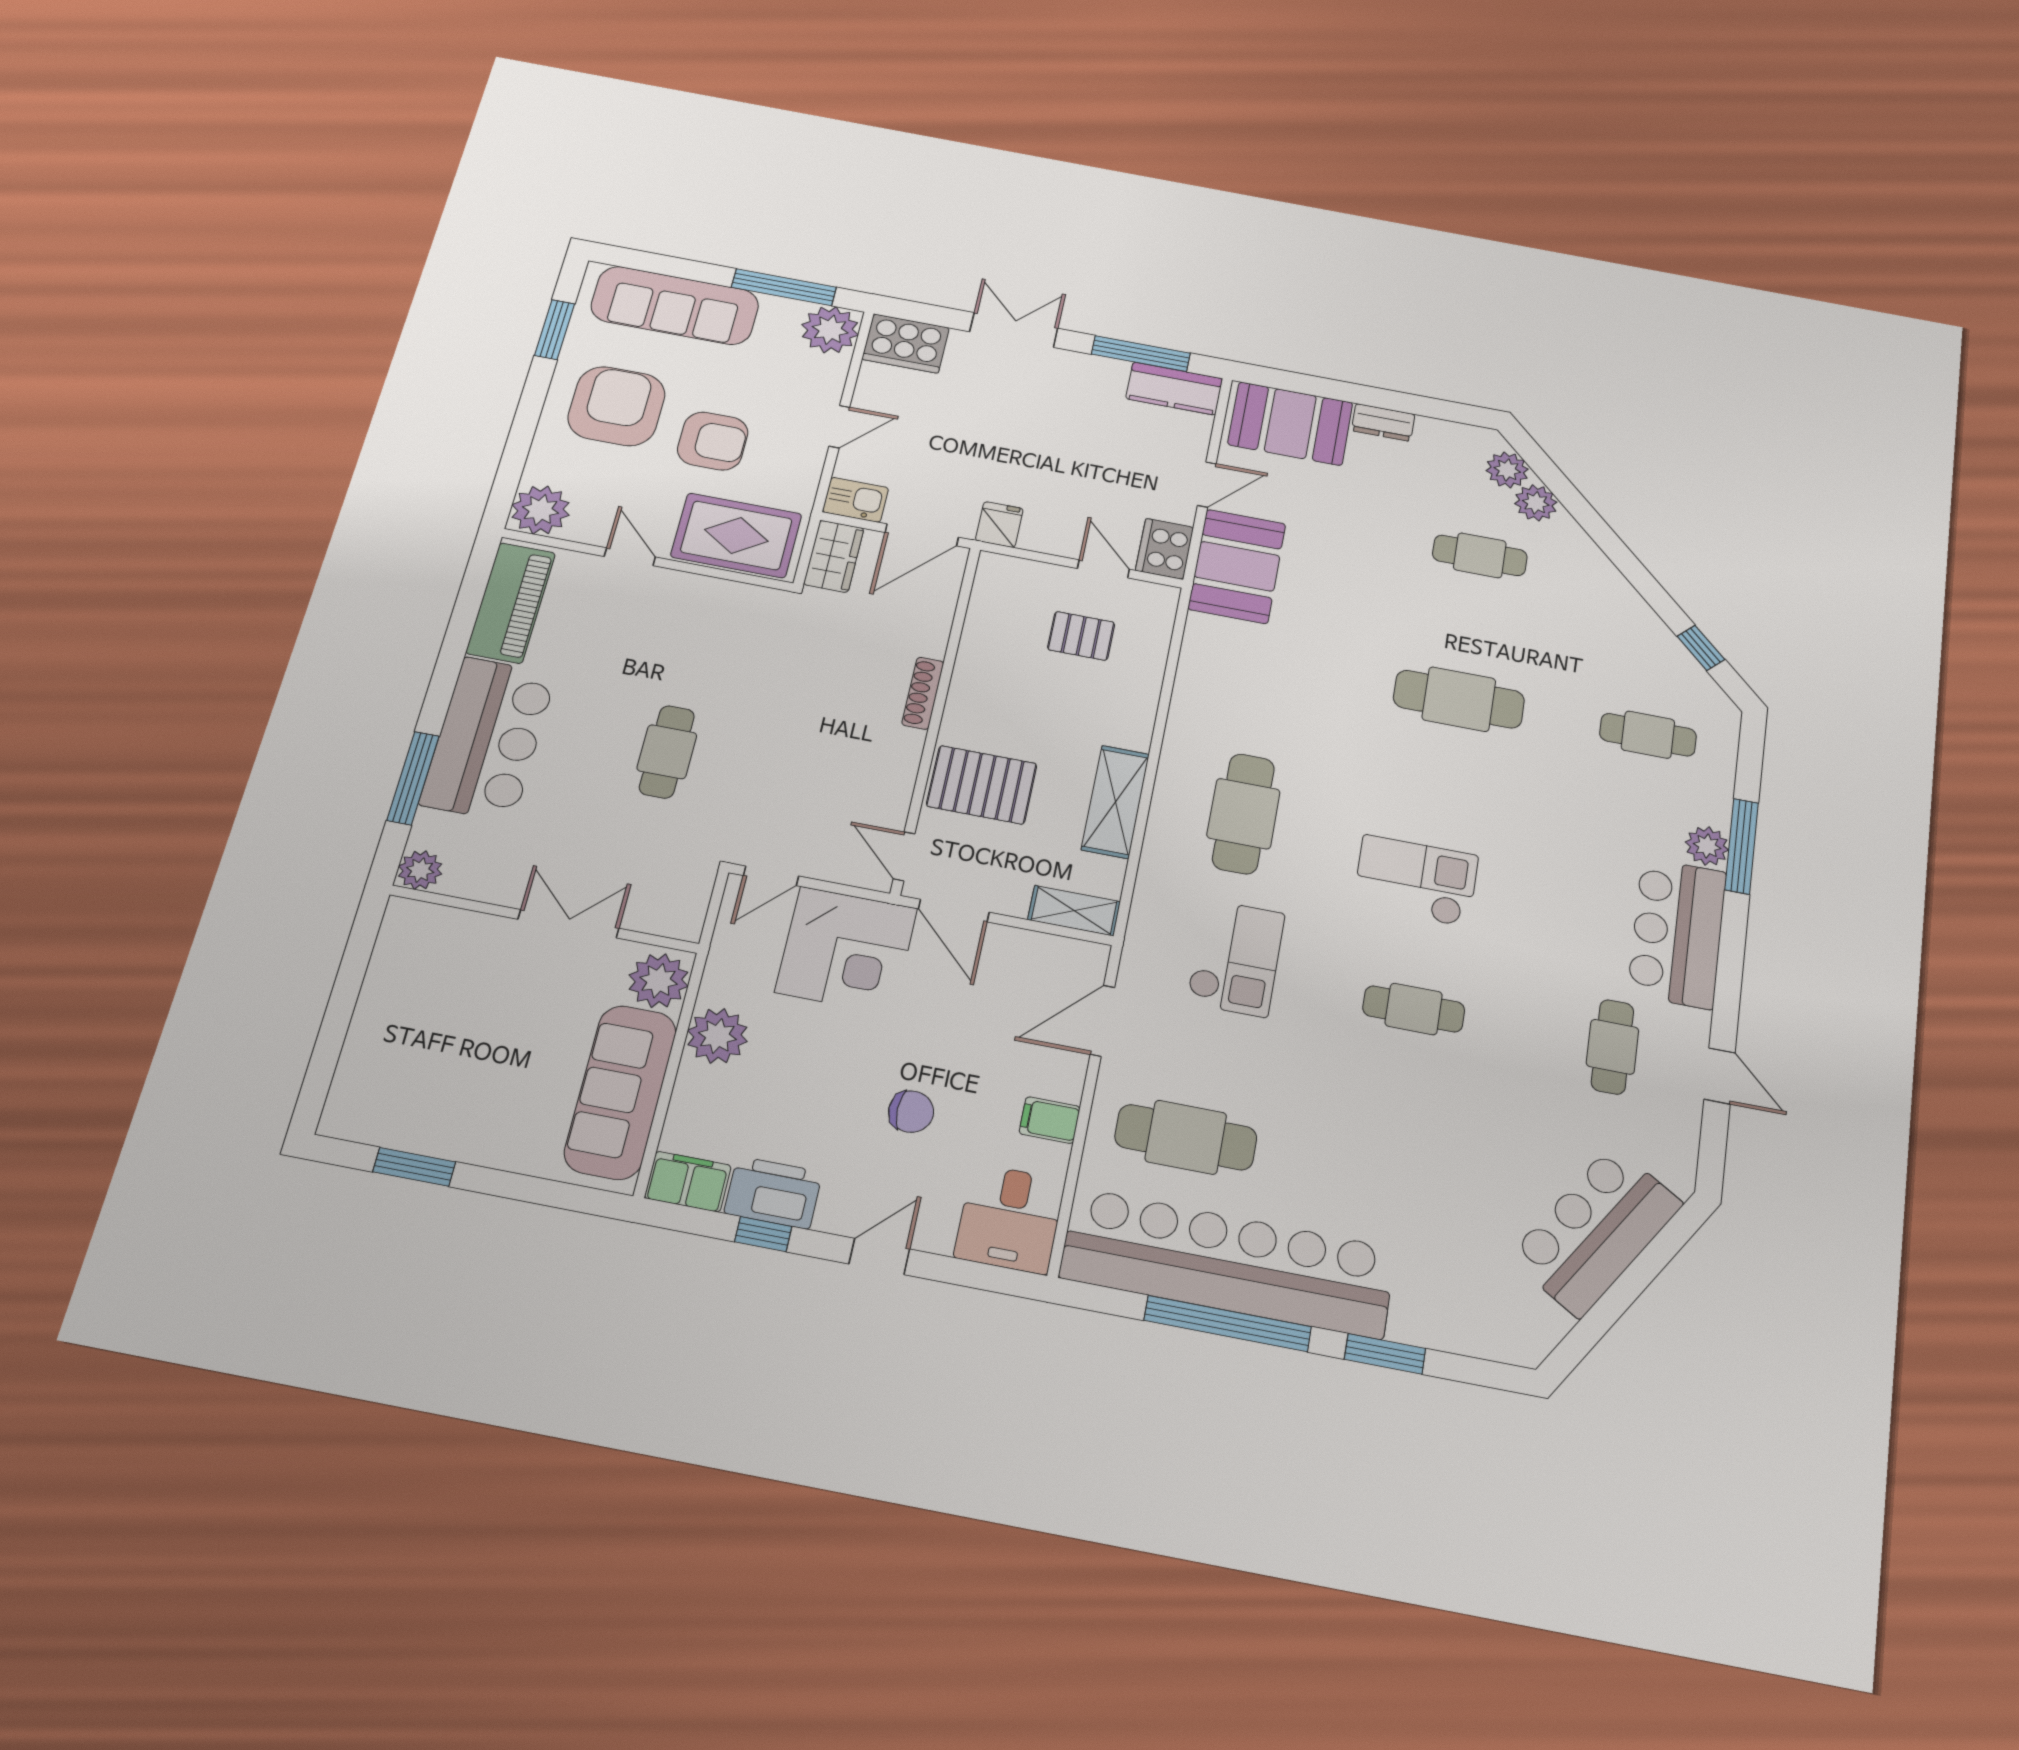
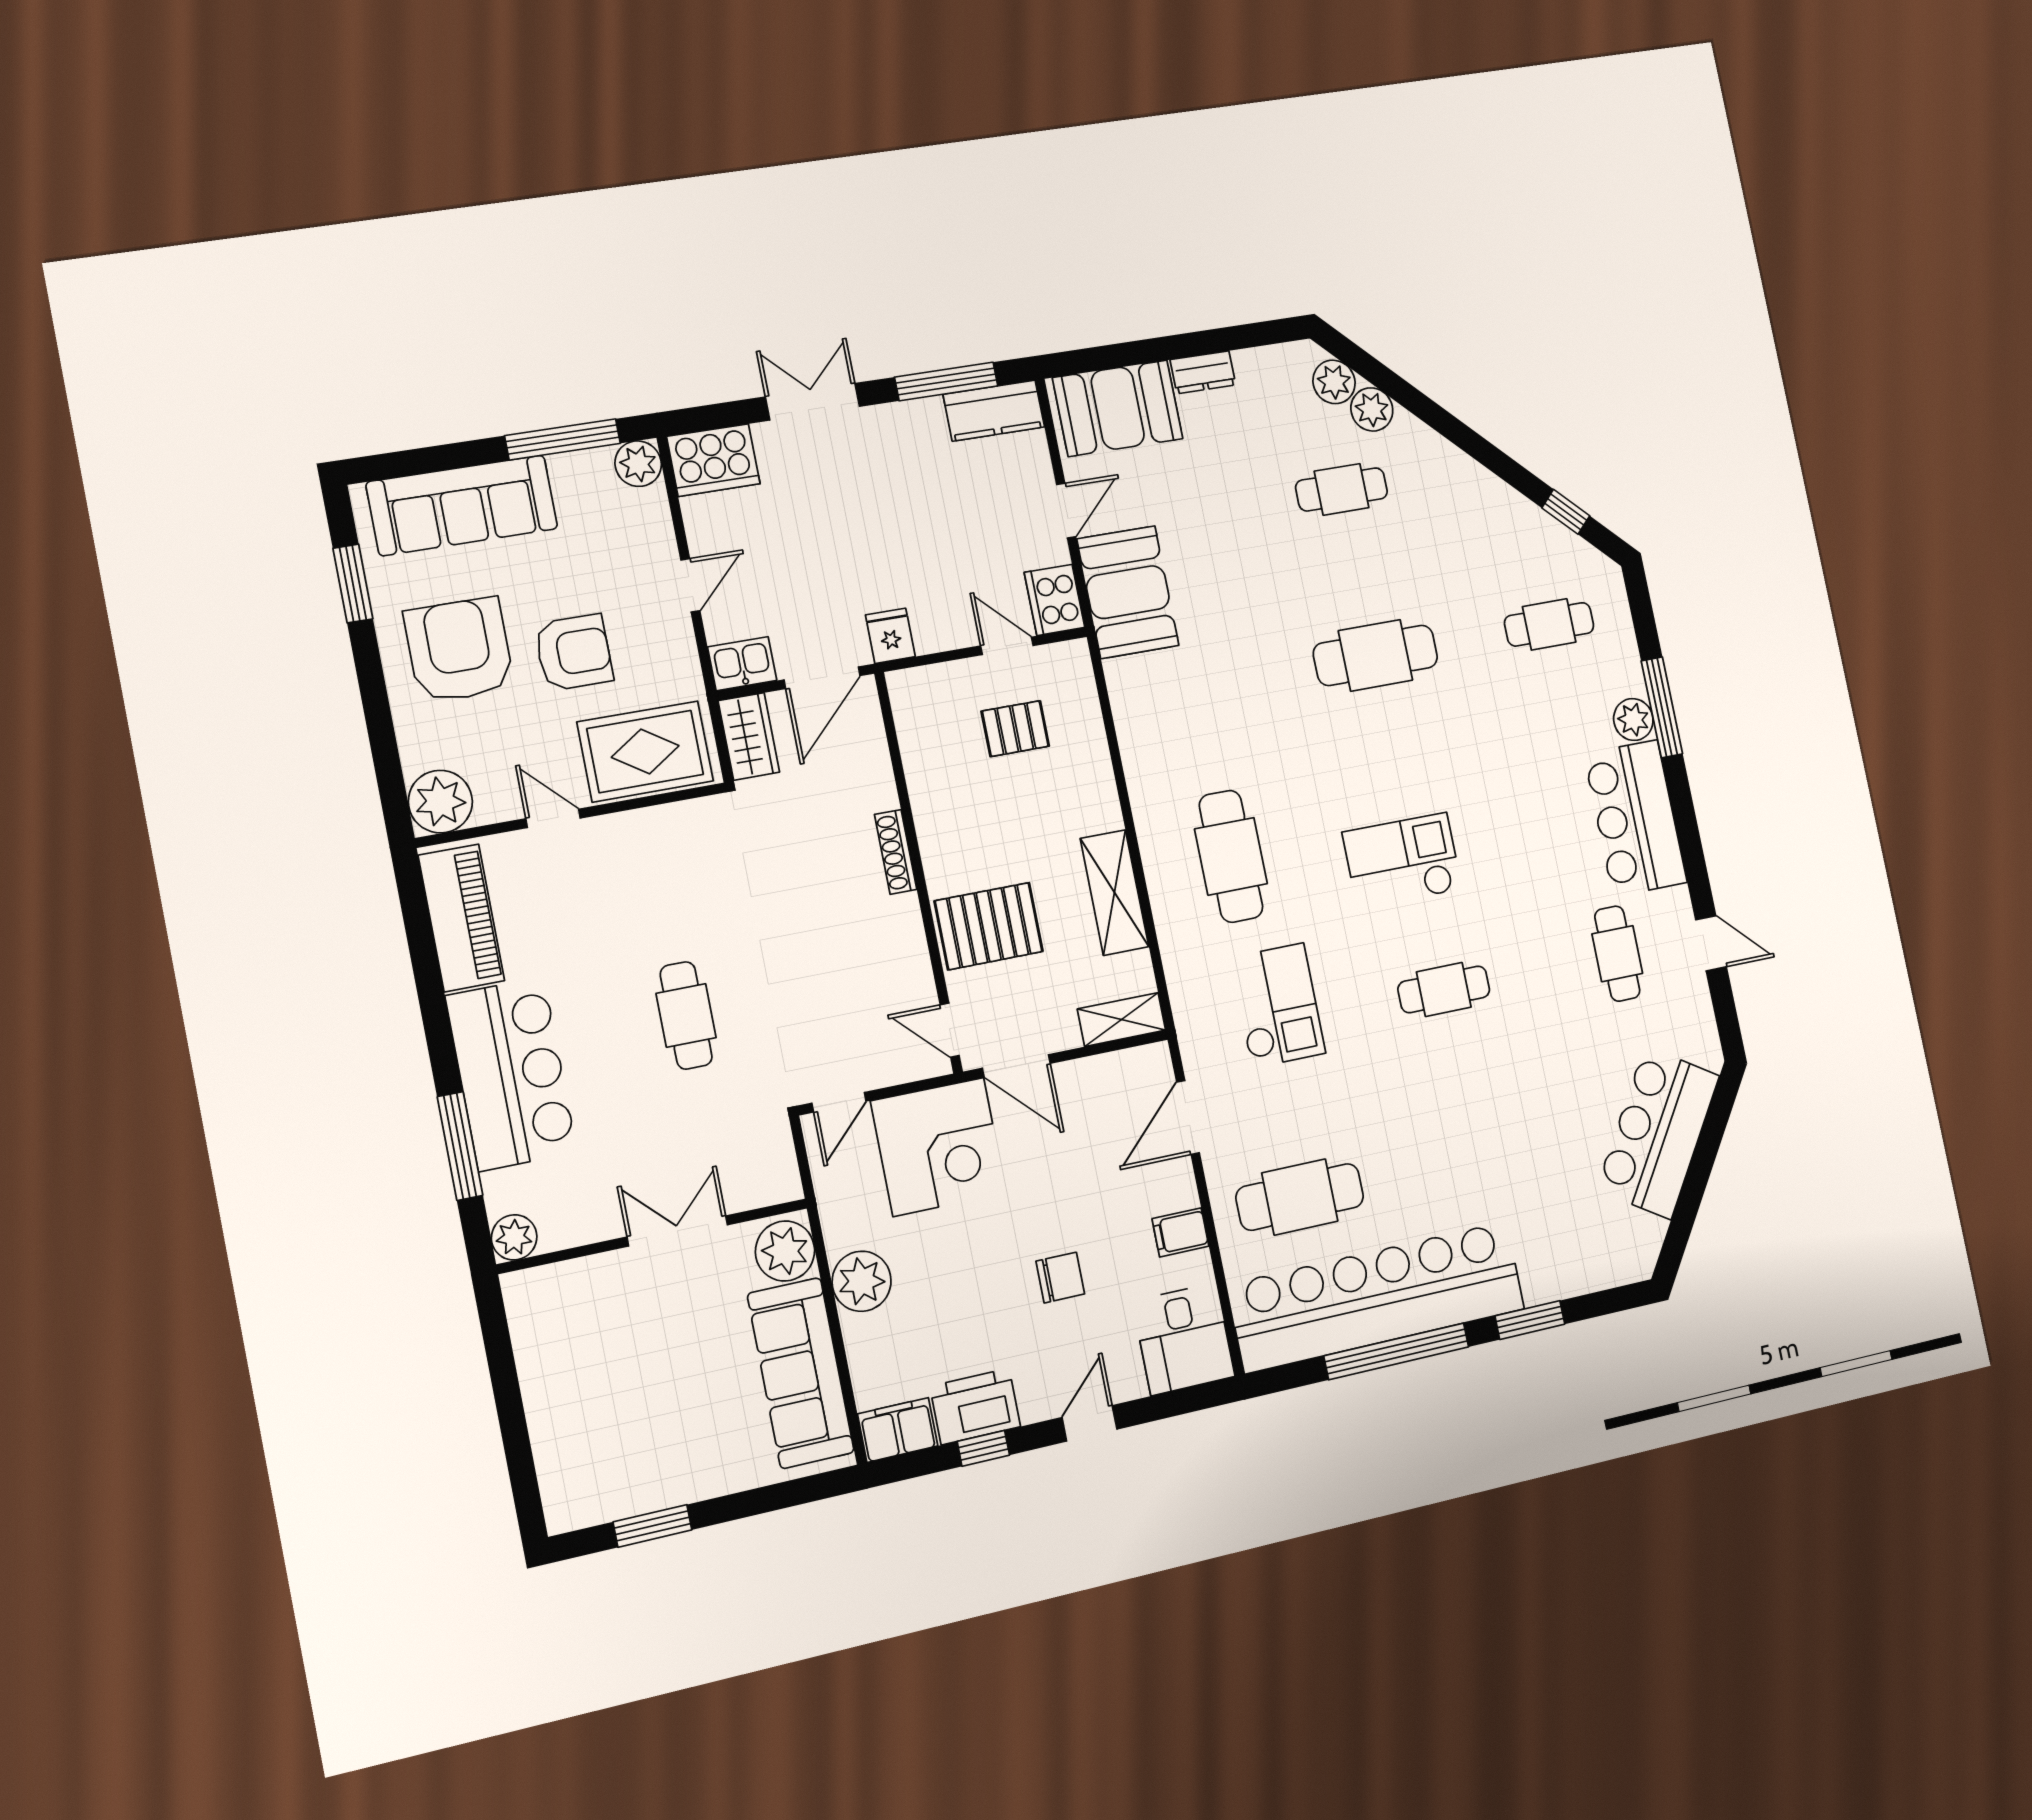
plant: (830, 330) -> (638, 464), width x0.73, depth x0.73

